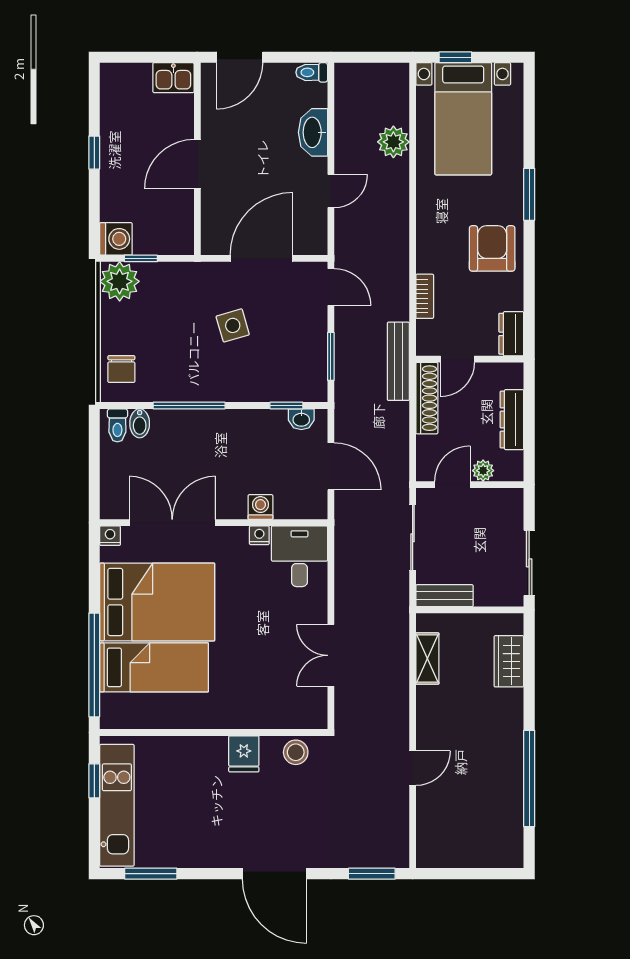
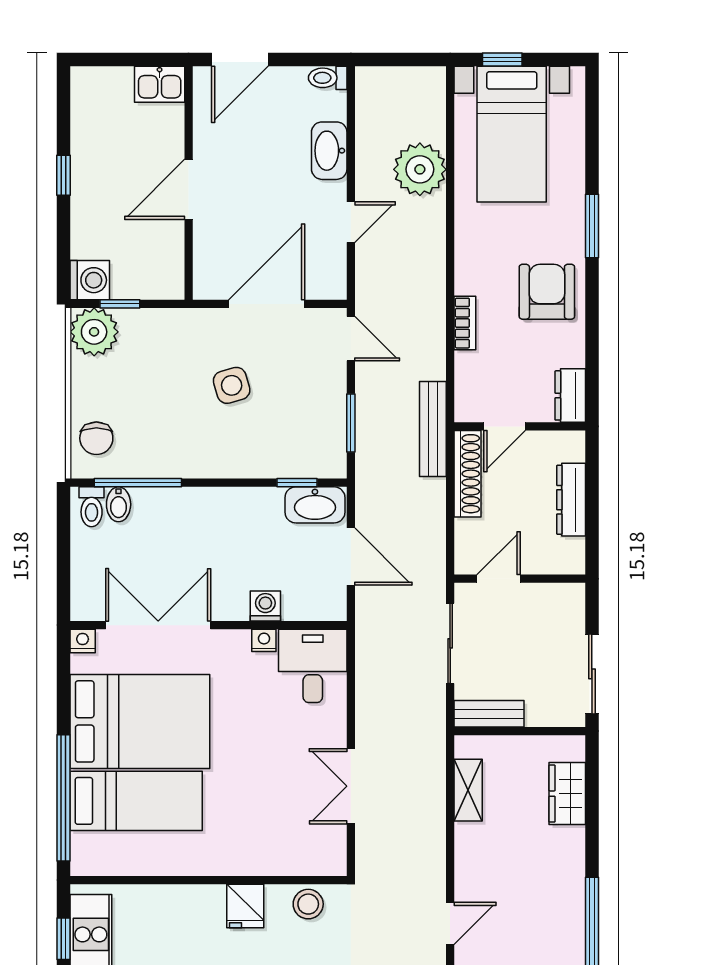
plant: (393, 142) -> (420, 169), width x1.36, depth x1.36
bookcase: (425, 296) -> (465, 323), moved
window: (189, 406) -> (138, 483), moved
washbasin: (301, 419) -> (315, 505), width x1.91, depth x1.45
plant: (483, 471) -> (536, 562), removed

